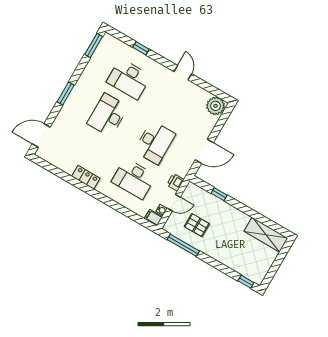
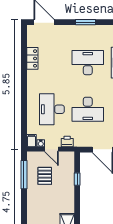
locker: (86, 177) -> (32, 58), moved

